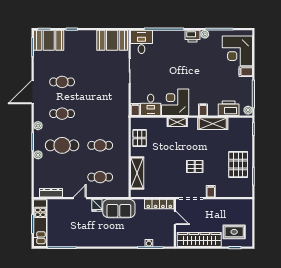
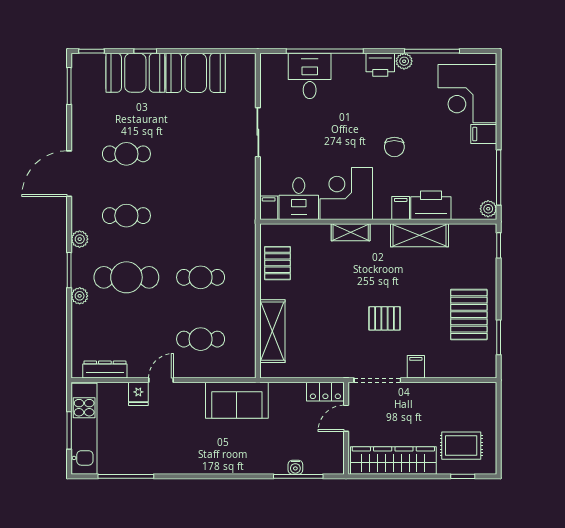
booth: (49, 40) -> (135, 73), moved
booth: (112, 40) -> (196, 73), moved
desk: (141, 42) -> (310, 76), moved
chair: (200, 78) -> (394, 147), added
printer: (229, 108) -> (431, 205), moved
locker: (159, 204) -> (325, 392), width x0.66
fridge: (97, 205) -> (138, 394), moved
door: (175, 218) -> (346, 418), swing flipped

